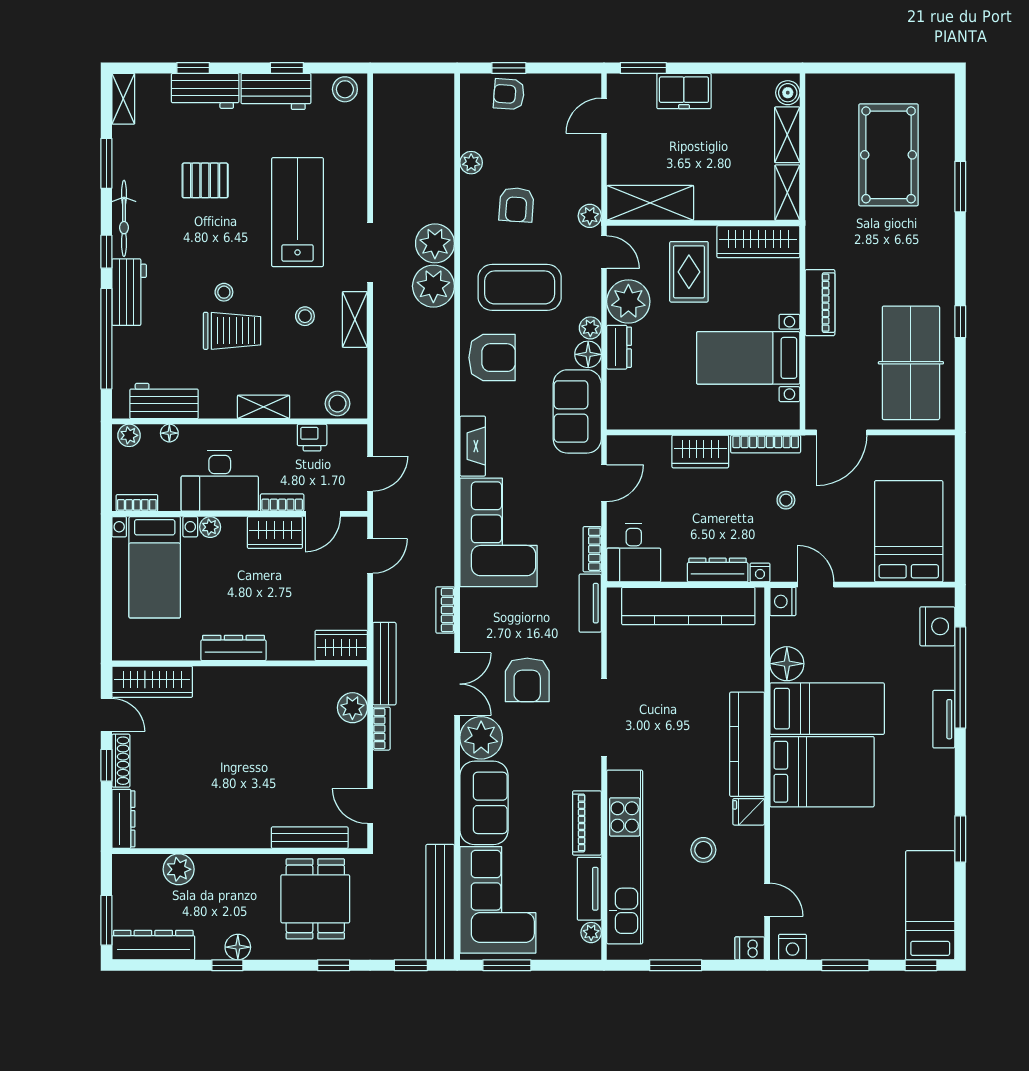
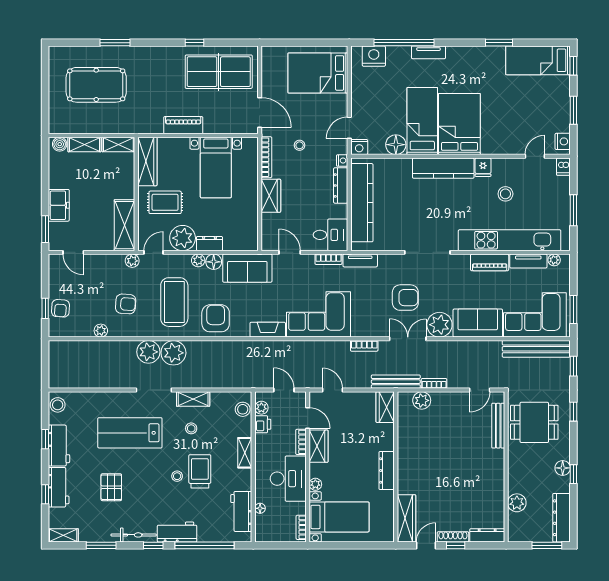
plant: (129, 435) -> (261, 408), moved

